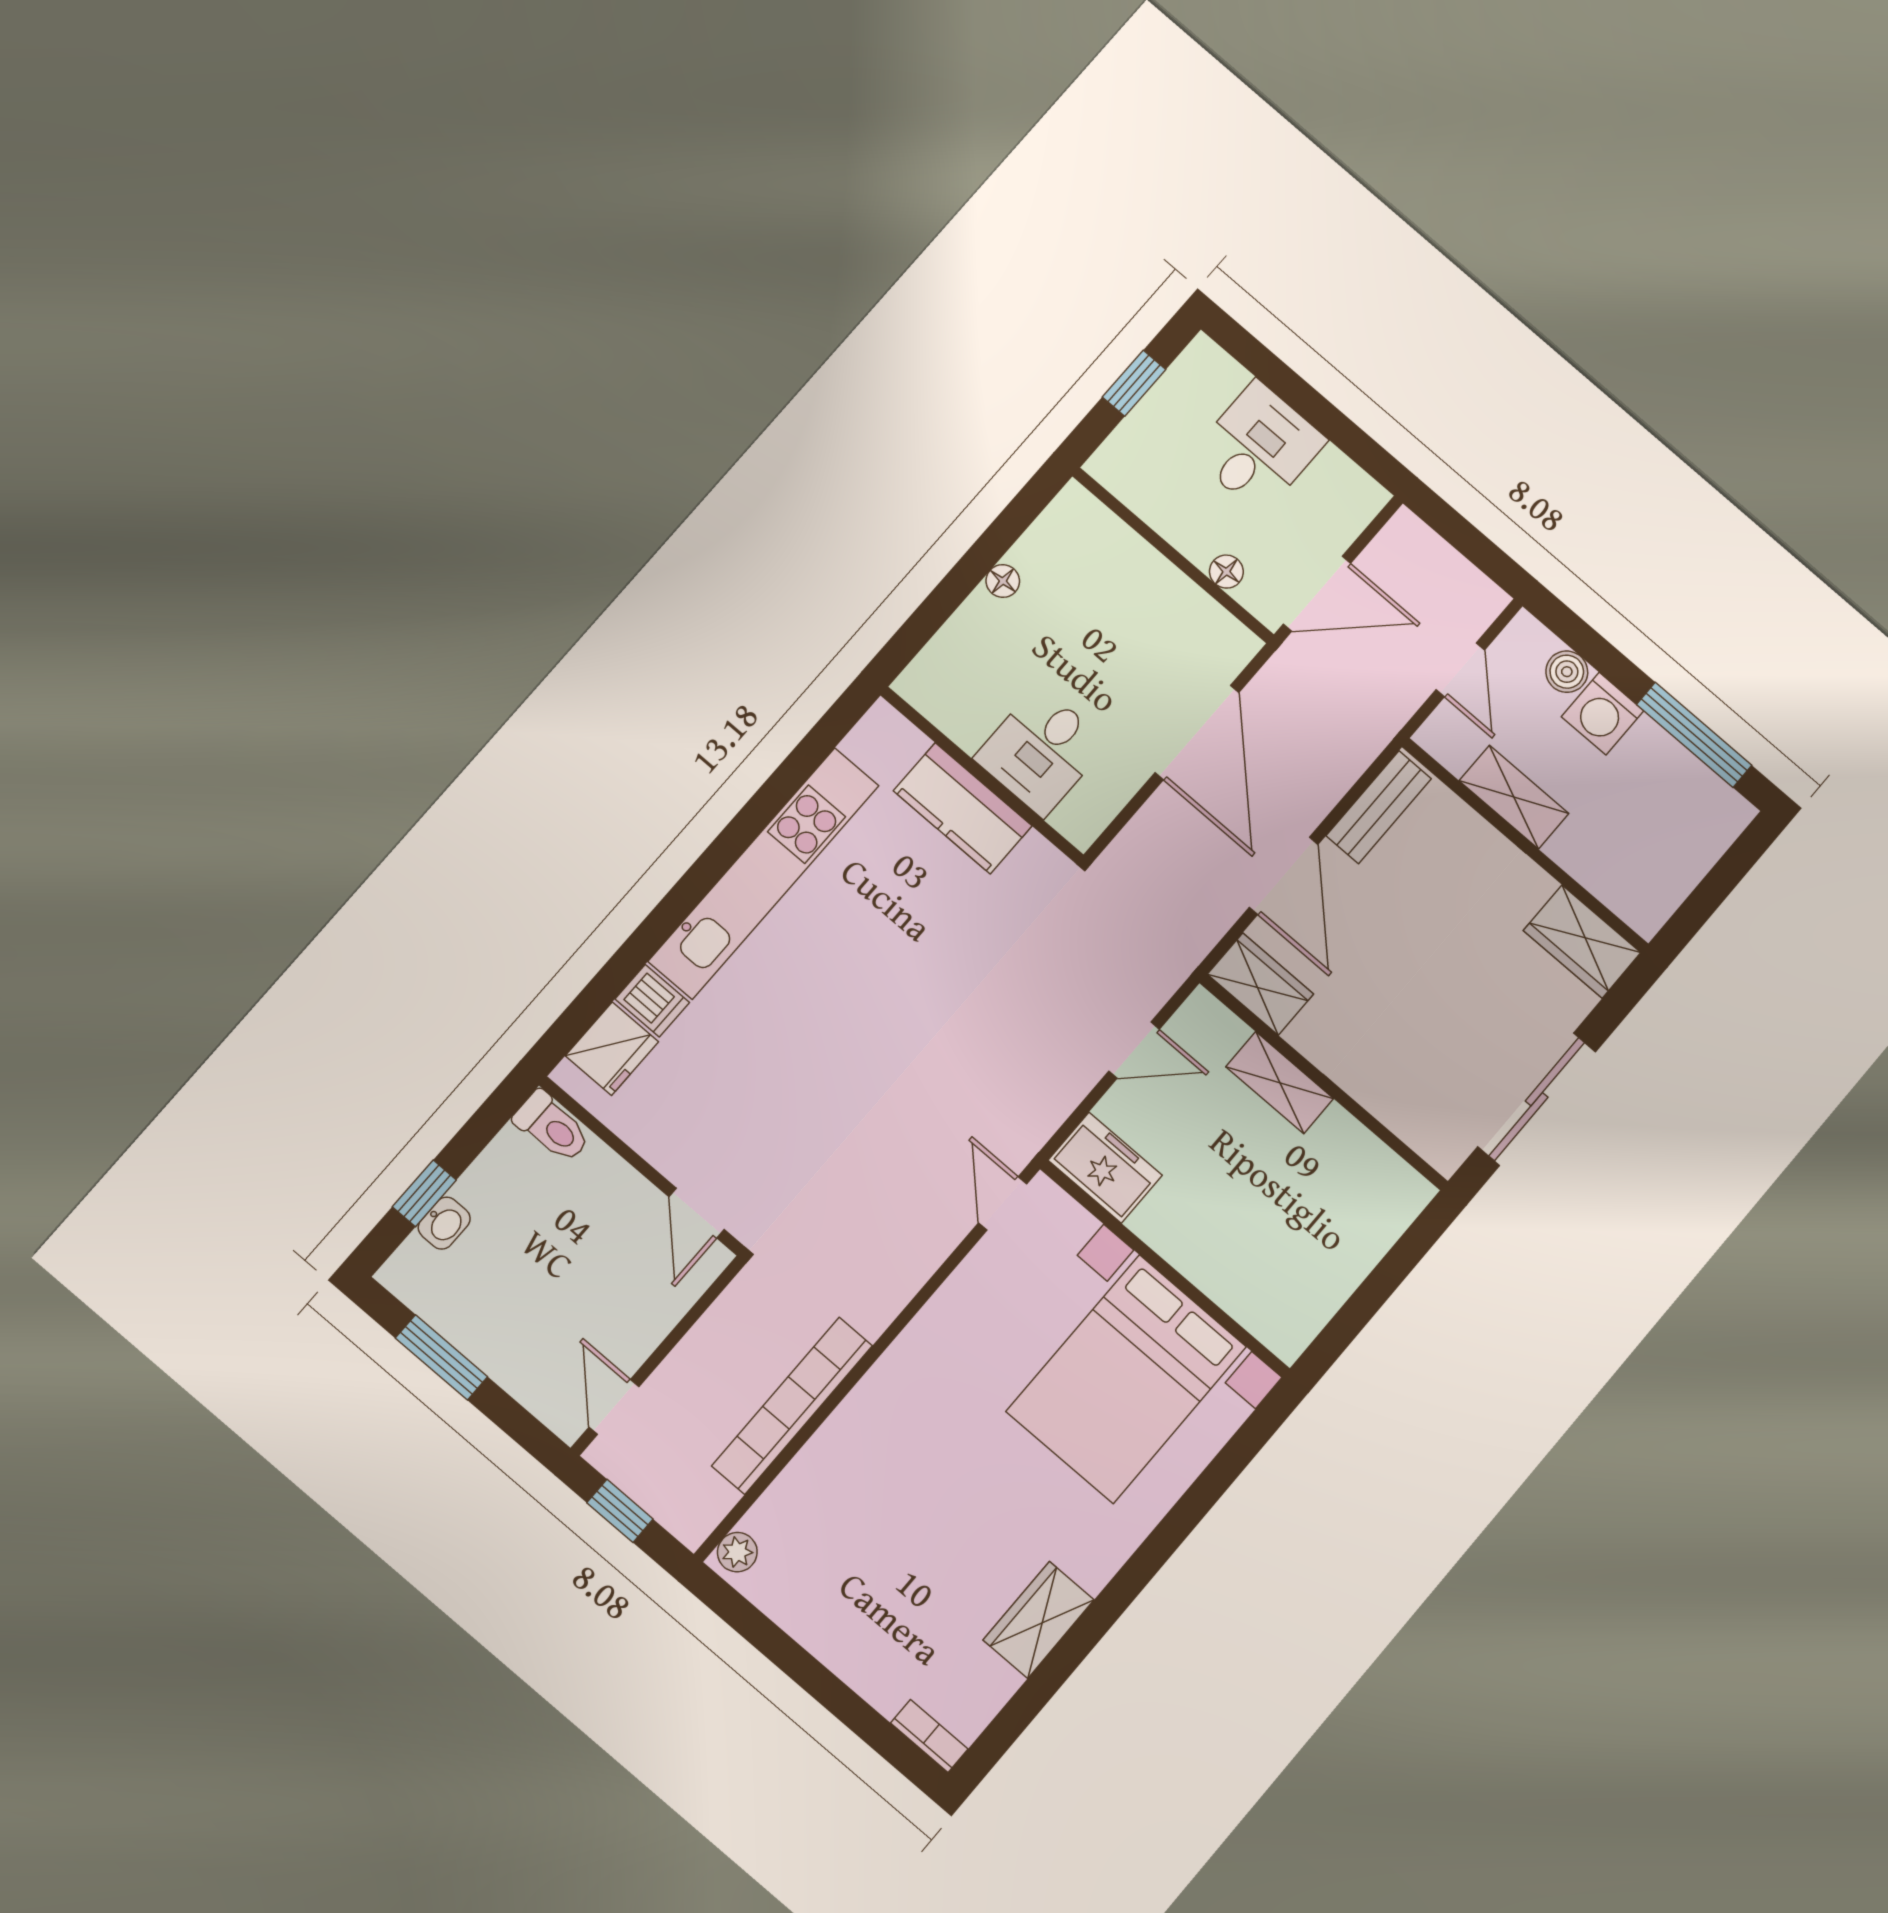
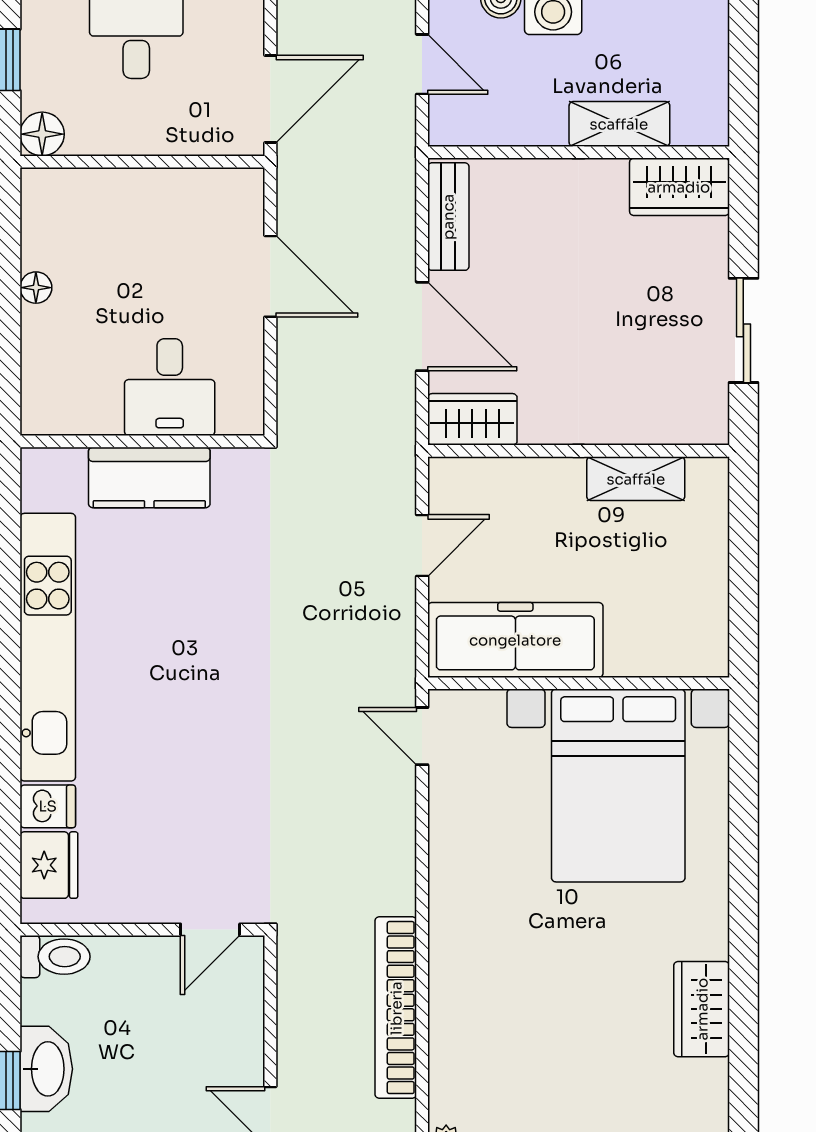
floor lamp: (1226, 572) -> (42, 134), moved, width x1.37, depth x1.37
door: (1197, 733) -> (270, 276), width x0.73
shelving: (1514, 797) -> (619, 124), moved
shelving: (1280, 1083) -> (636, 479), moved
sliding door: (1537, 1099) -> (743, 330), width x0.73
freezer: (1105, 1168) -> (515, 640), width x1.91, depth x1.26
door: (697, 1213) -> (210, 930), hinge flipped
washbasin: (444, 1223) -> (46, 1069), width x1.91, depth x1.45

